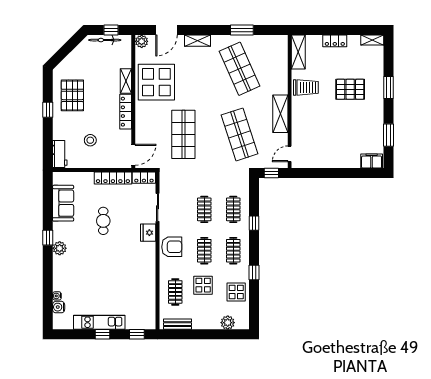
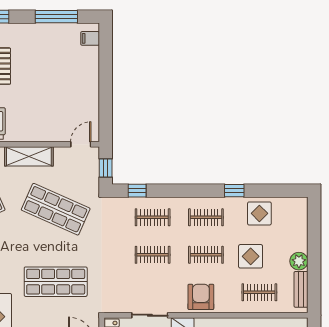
shop shelf: (240, 134) -> (56, 209), turned 42
window: (388, 135) -> (56, 17), width x1.44
door: (290, 154) -> (81, 144), swing flipped
filing cabinet: (372, 161) -> (90, 38), width x0.50
window: (254, 223) -> (137, 191), moved
plant: (228, 323) -> (299, 261), moved

